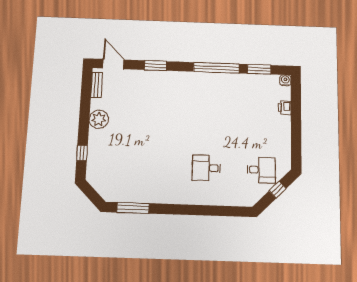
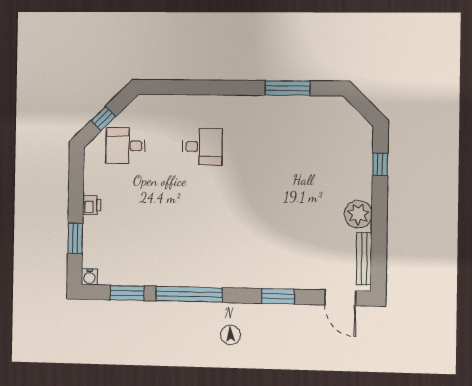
bench: (97, 85) -> (364, 259), width x1.36
window: (296, 106) -> (75, 238), added
printer: (285, 108) -> (92, 205), moved
window: (133, 208) -> (287, 88), moved

